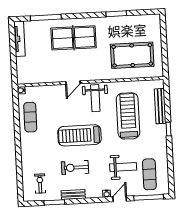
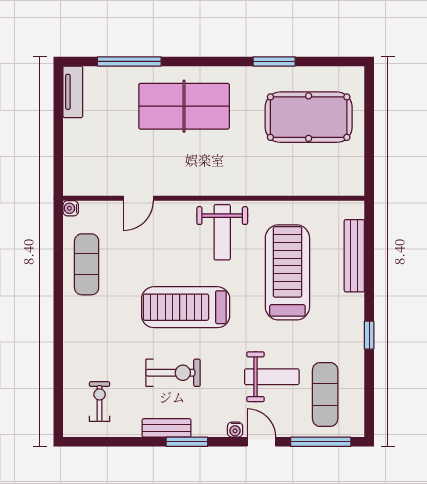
tv unit: (19, 39) -> (73, 92), width x0.71
pool table: (132, 55) -> (309, 117), moved
door: (73, 83) -> (138, 198), moved
window: (169, 129) -> (369, 335), moved
exercise bike: (75, 168) -> (173, 373), turned 180
door: (120, 199) -> (261, 442), hinge flipped
window: (54, 202) -> (187, 442), moved

